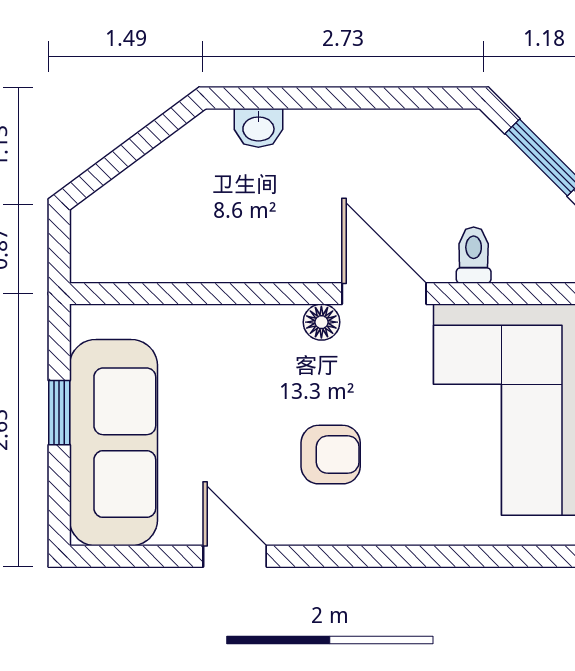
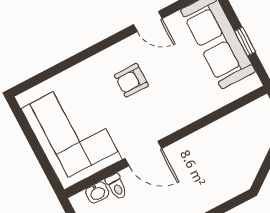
washbasin: (258, 128) -> (97, 192), moved, turned 180
floor lamp: (321, 322) -> (162, 130), removed

